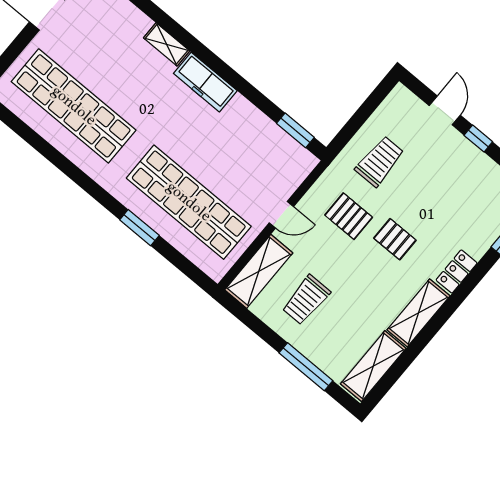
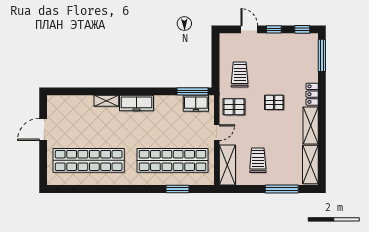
window: (295, 130) -> (192, 91), width x1.44
freezer: (286, 151) -> (196, 103), added
pallet: (349, 216) -> (234, 107), moved
window: (139, 228) -> (178, 189), moved
trolley: (306, 300) -> (258, 160), turned 180

